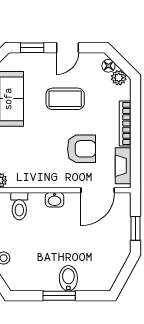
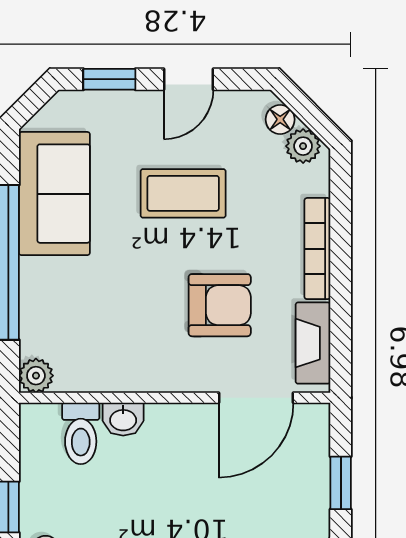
washbasin: (55, 200) -> (123, 419), moved

